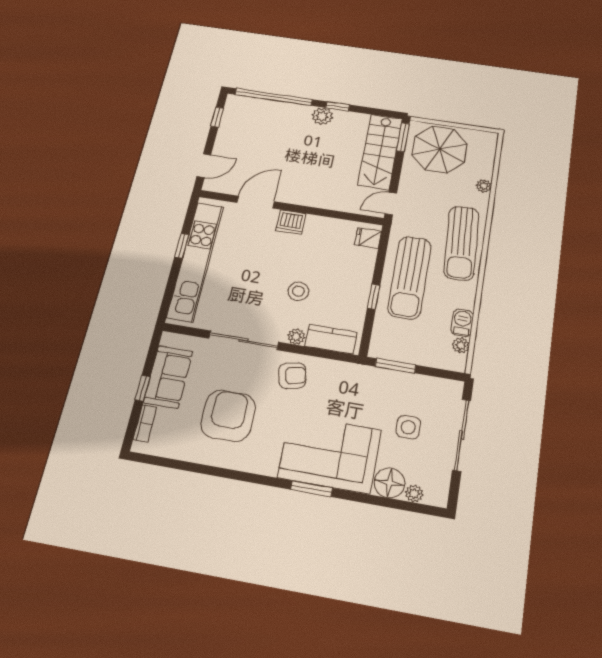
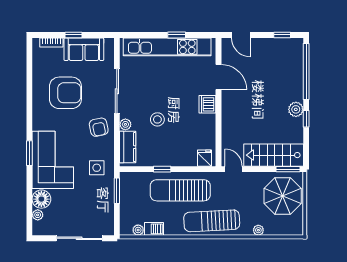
side table: (408, 427) -> (97, 168), moved

